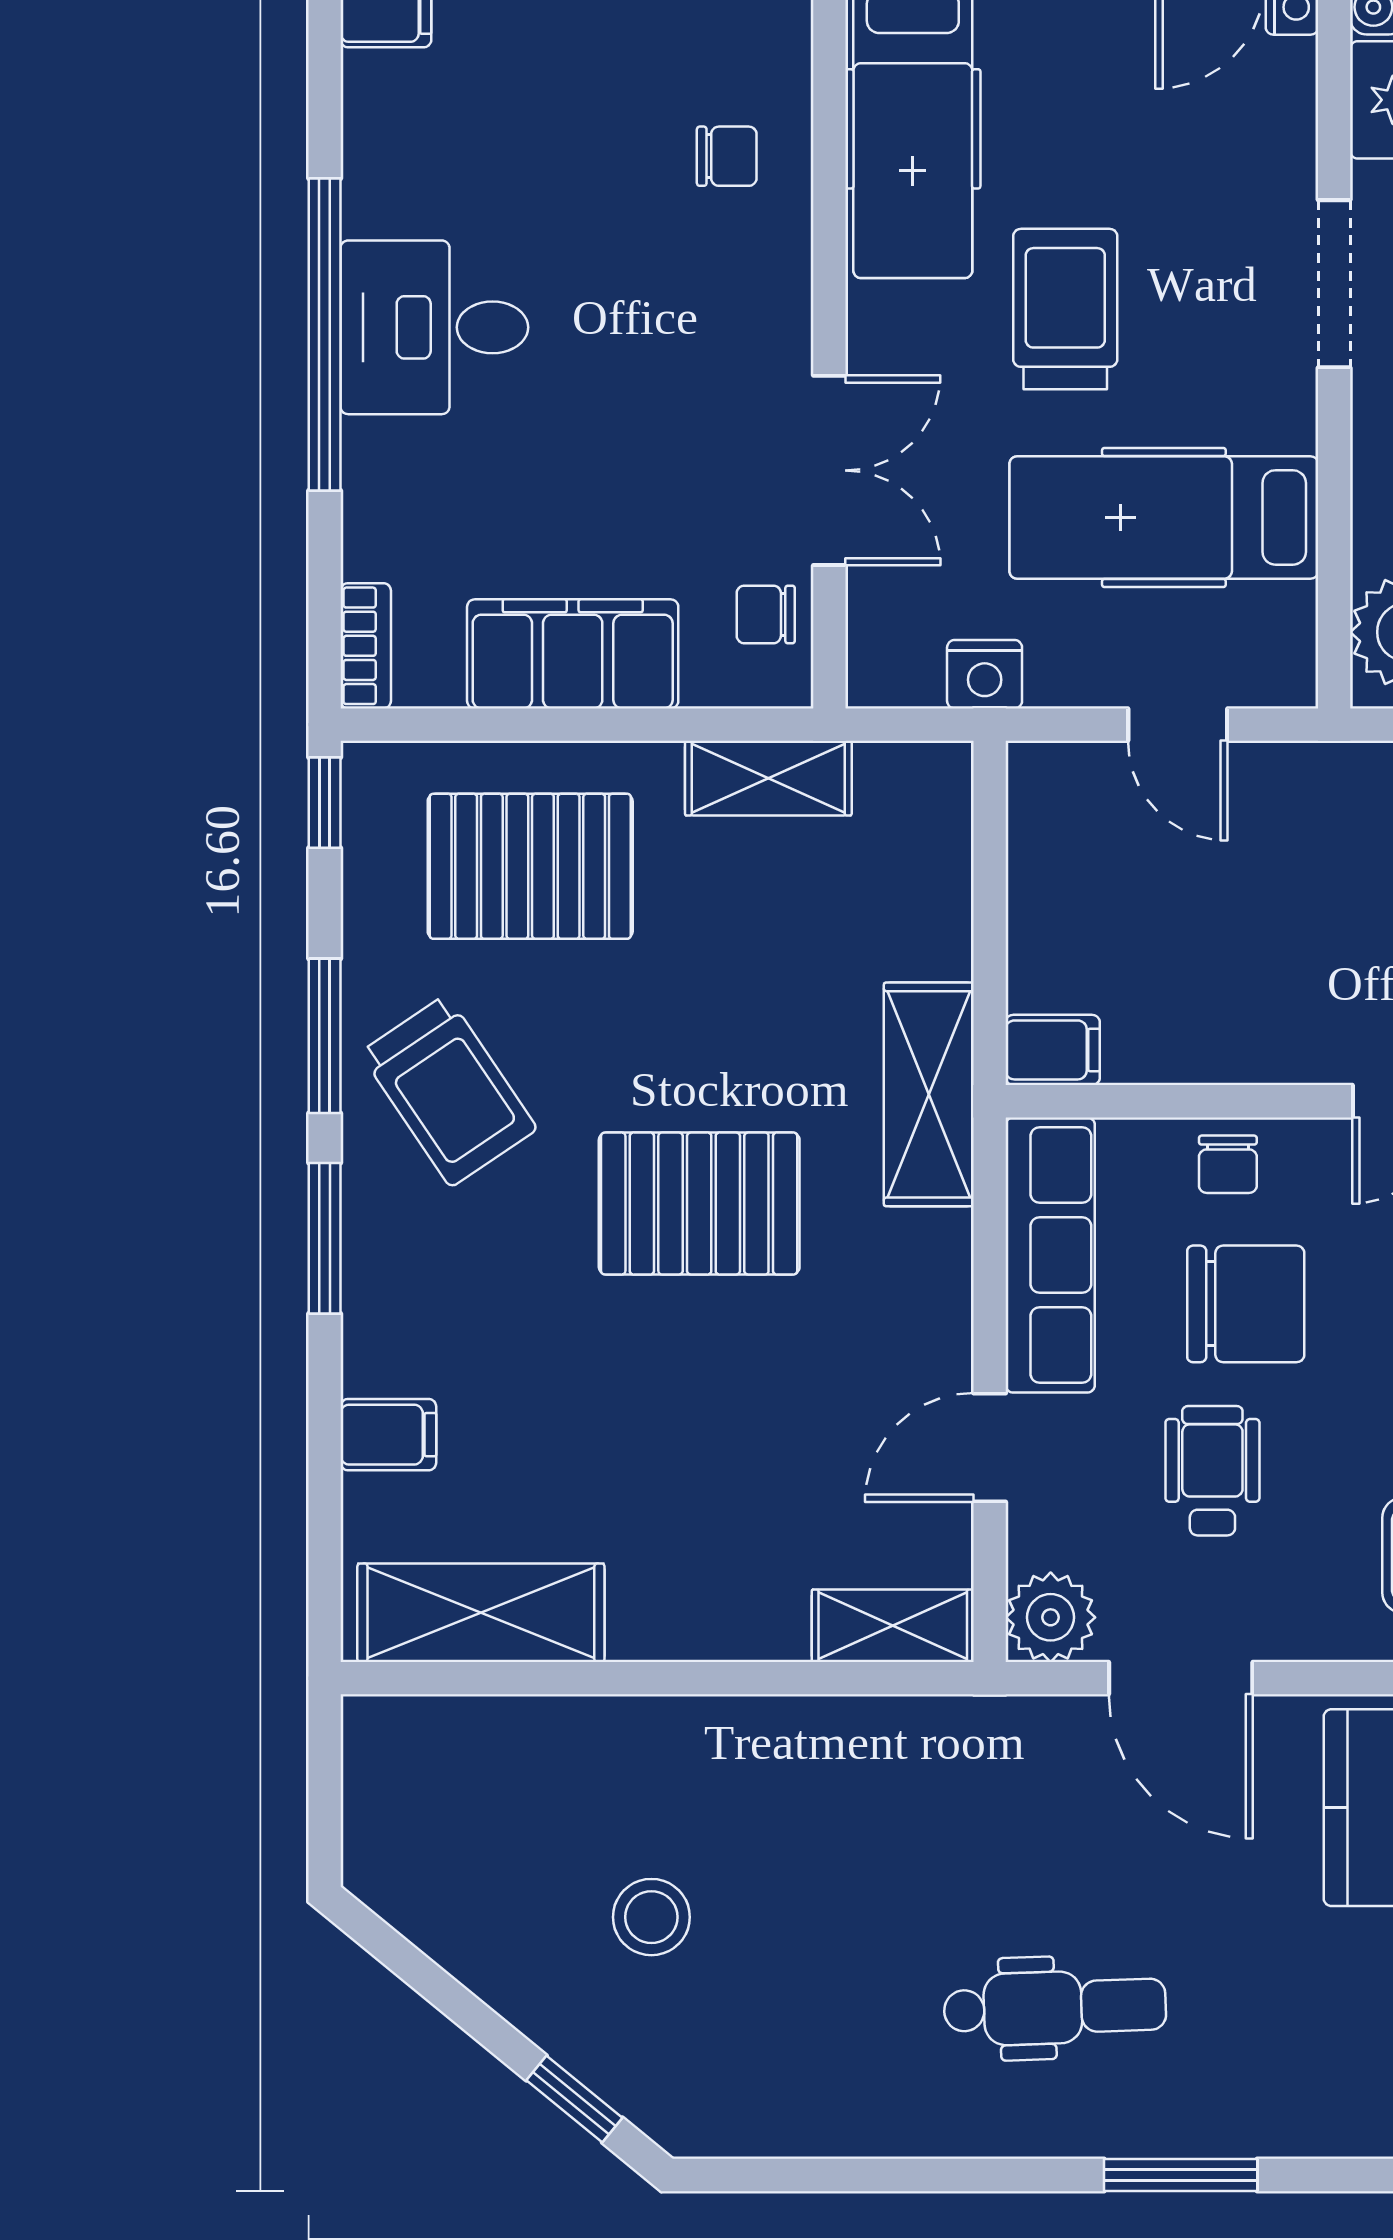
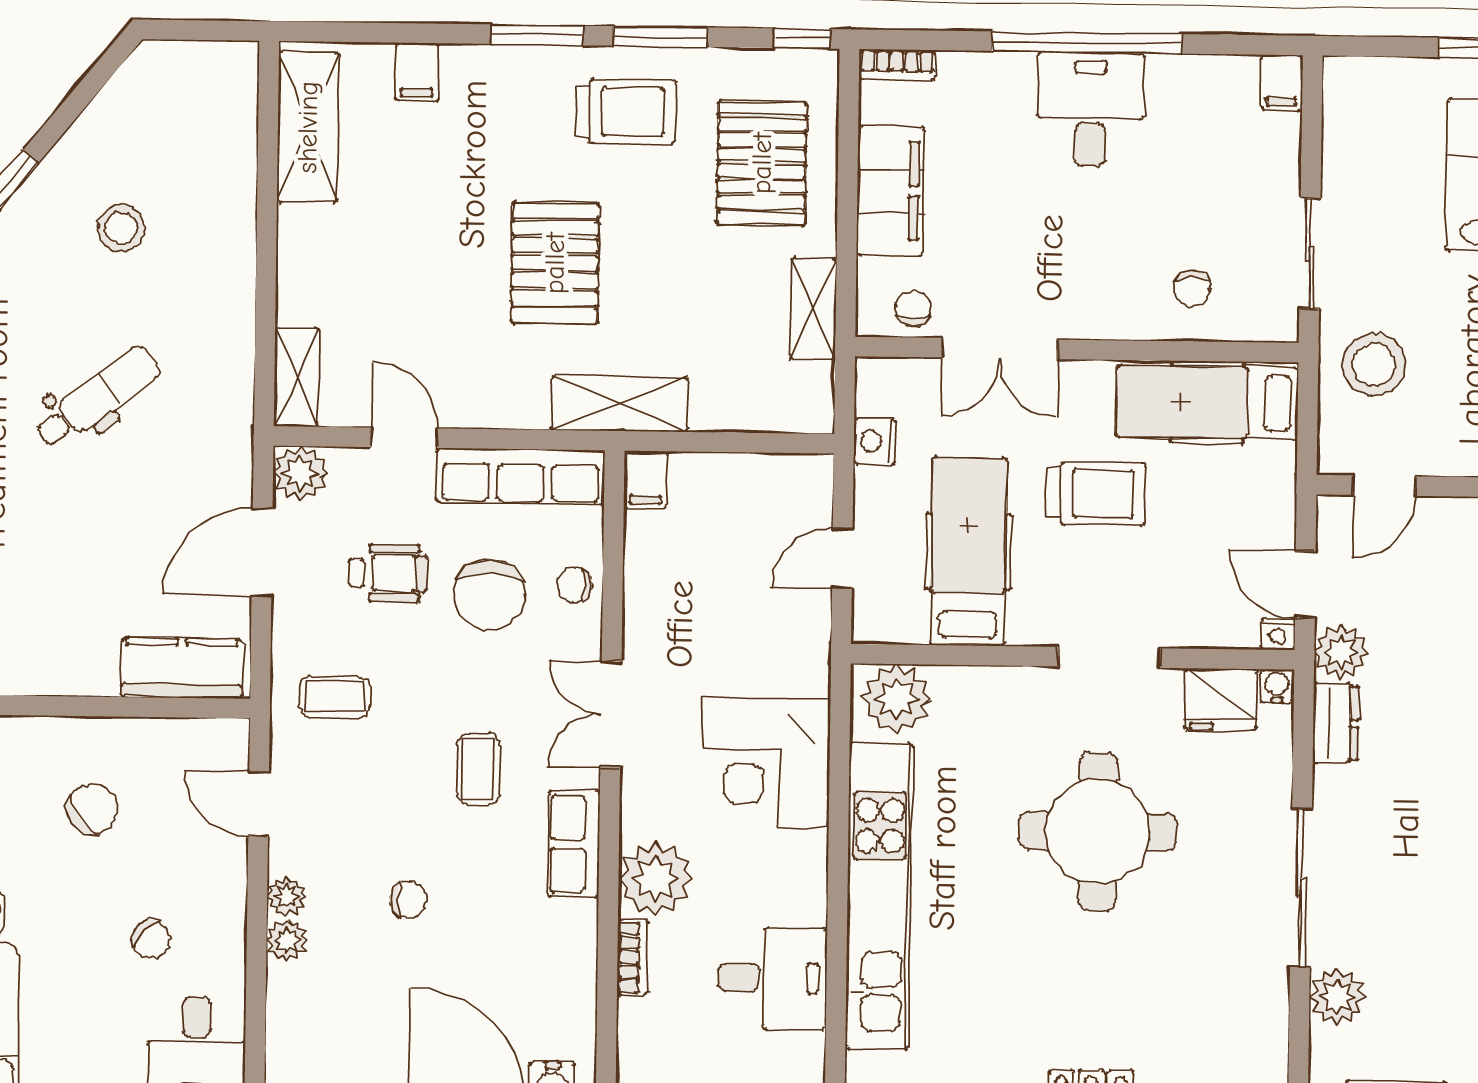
trolley: (449, 1091) -> (626, 112), turned -146
dental chair: (1055, 2008) -> (97, 398), moved, turned -125

